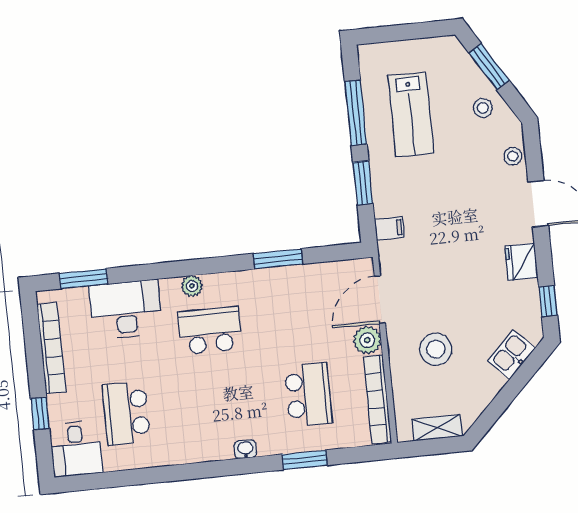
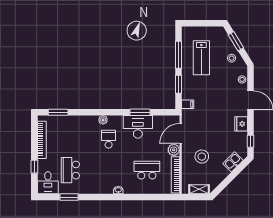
desk: (126, 309) -> (138, 127), moved
school desk: (210, 331) -> (109, 139), width x0.54
school desk: (308, 395) -> (147, 170), turned -90
window: (305, 460) -> (69, 197), moved

